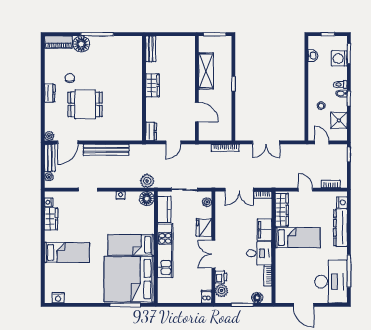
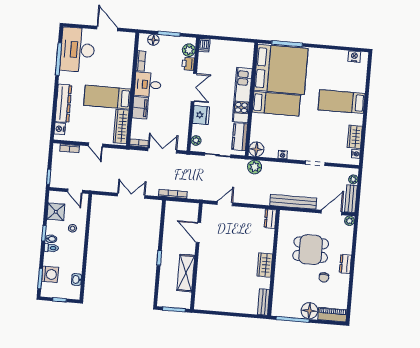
bench: (151, 49) -> (264, 302), moved
wardrobe: (153, 85) -> (265, 265), moved
wall: (144, 88) -> (274, 263), moved
dresser: (151, 131) -> (270, 219), moved

